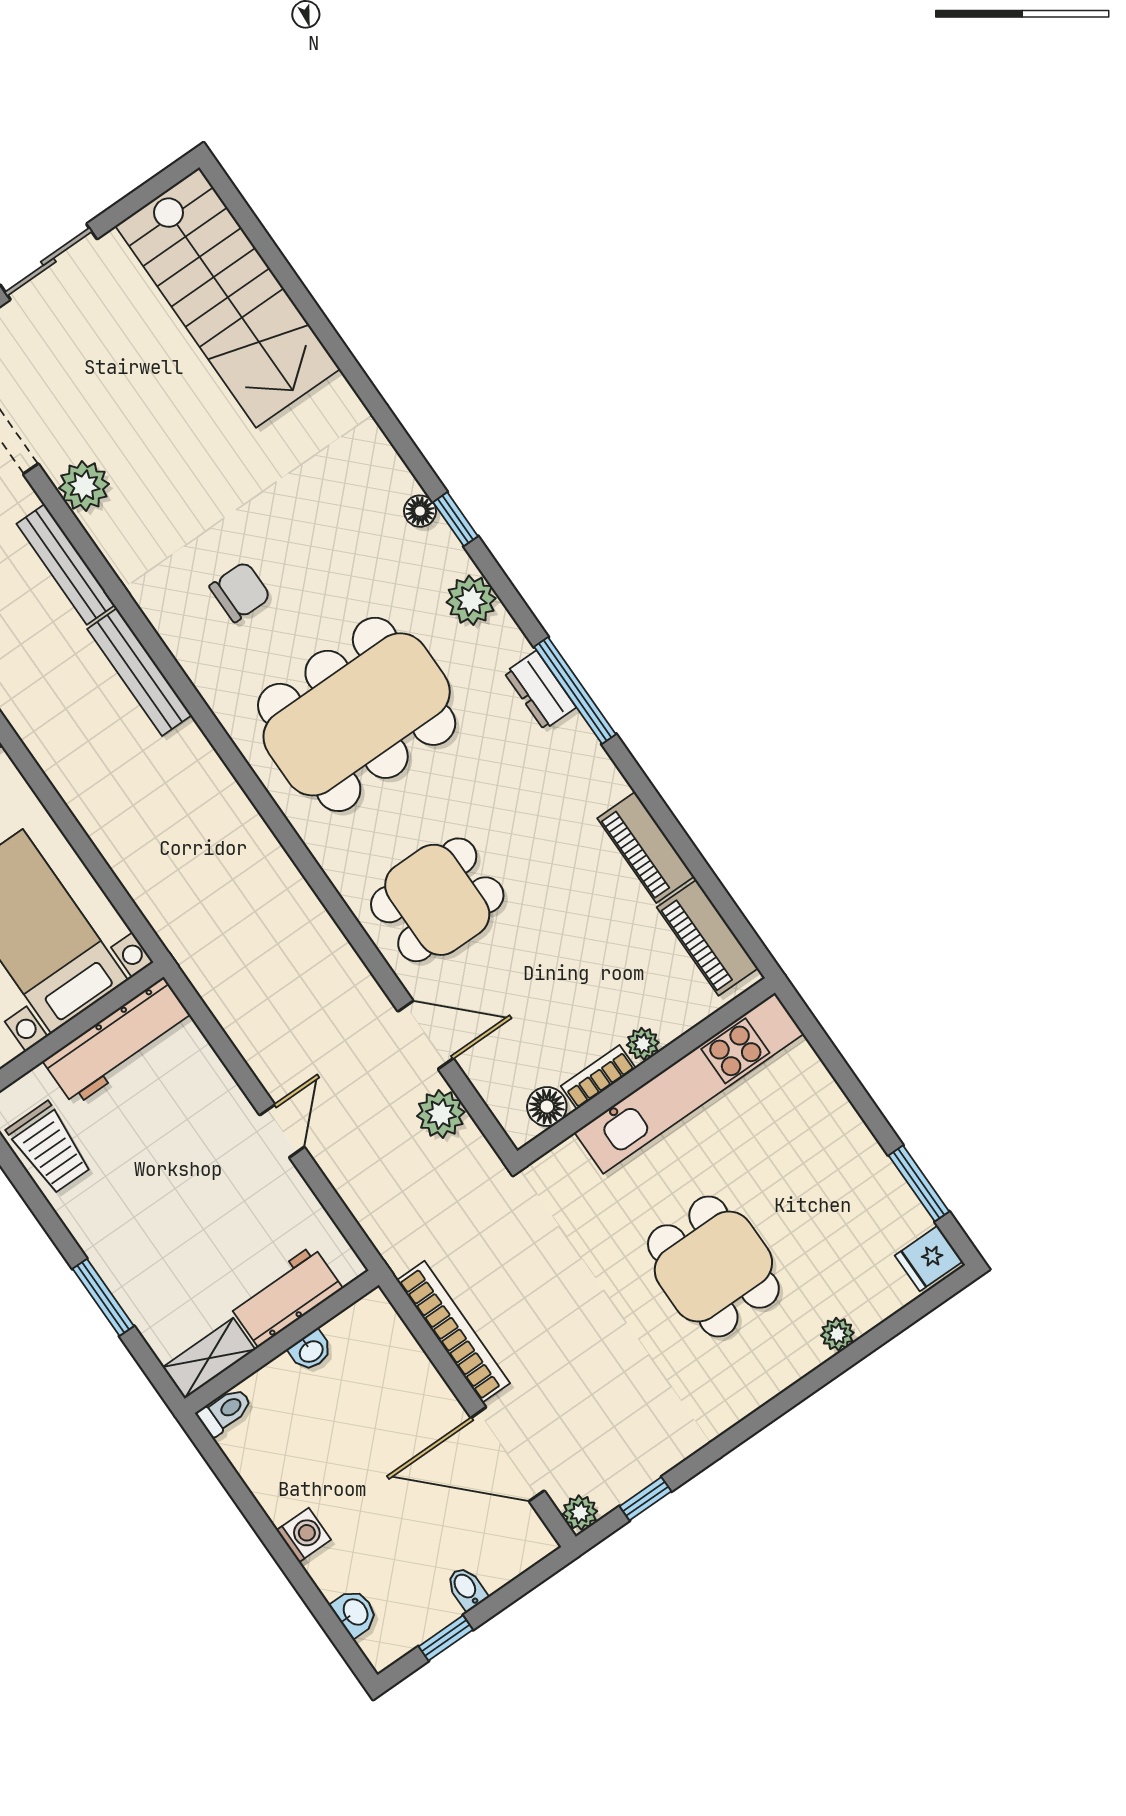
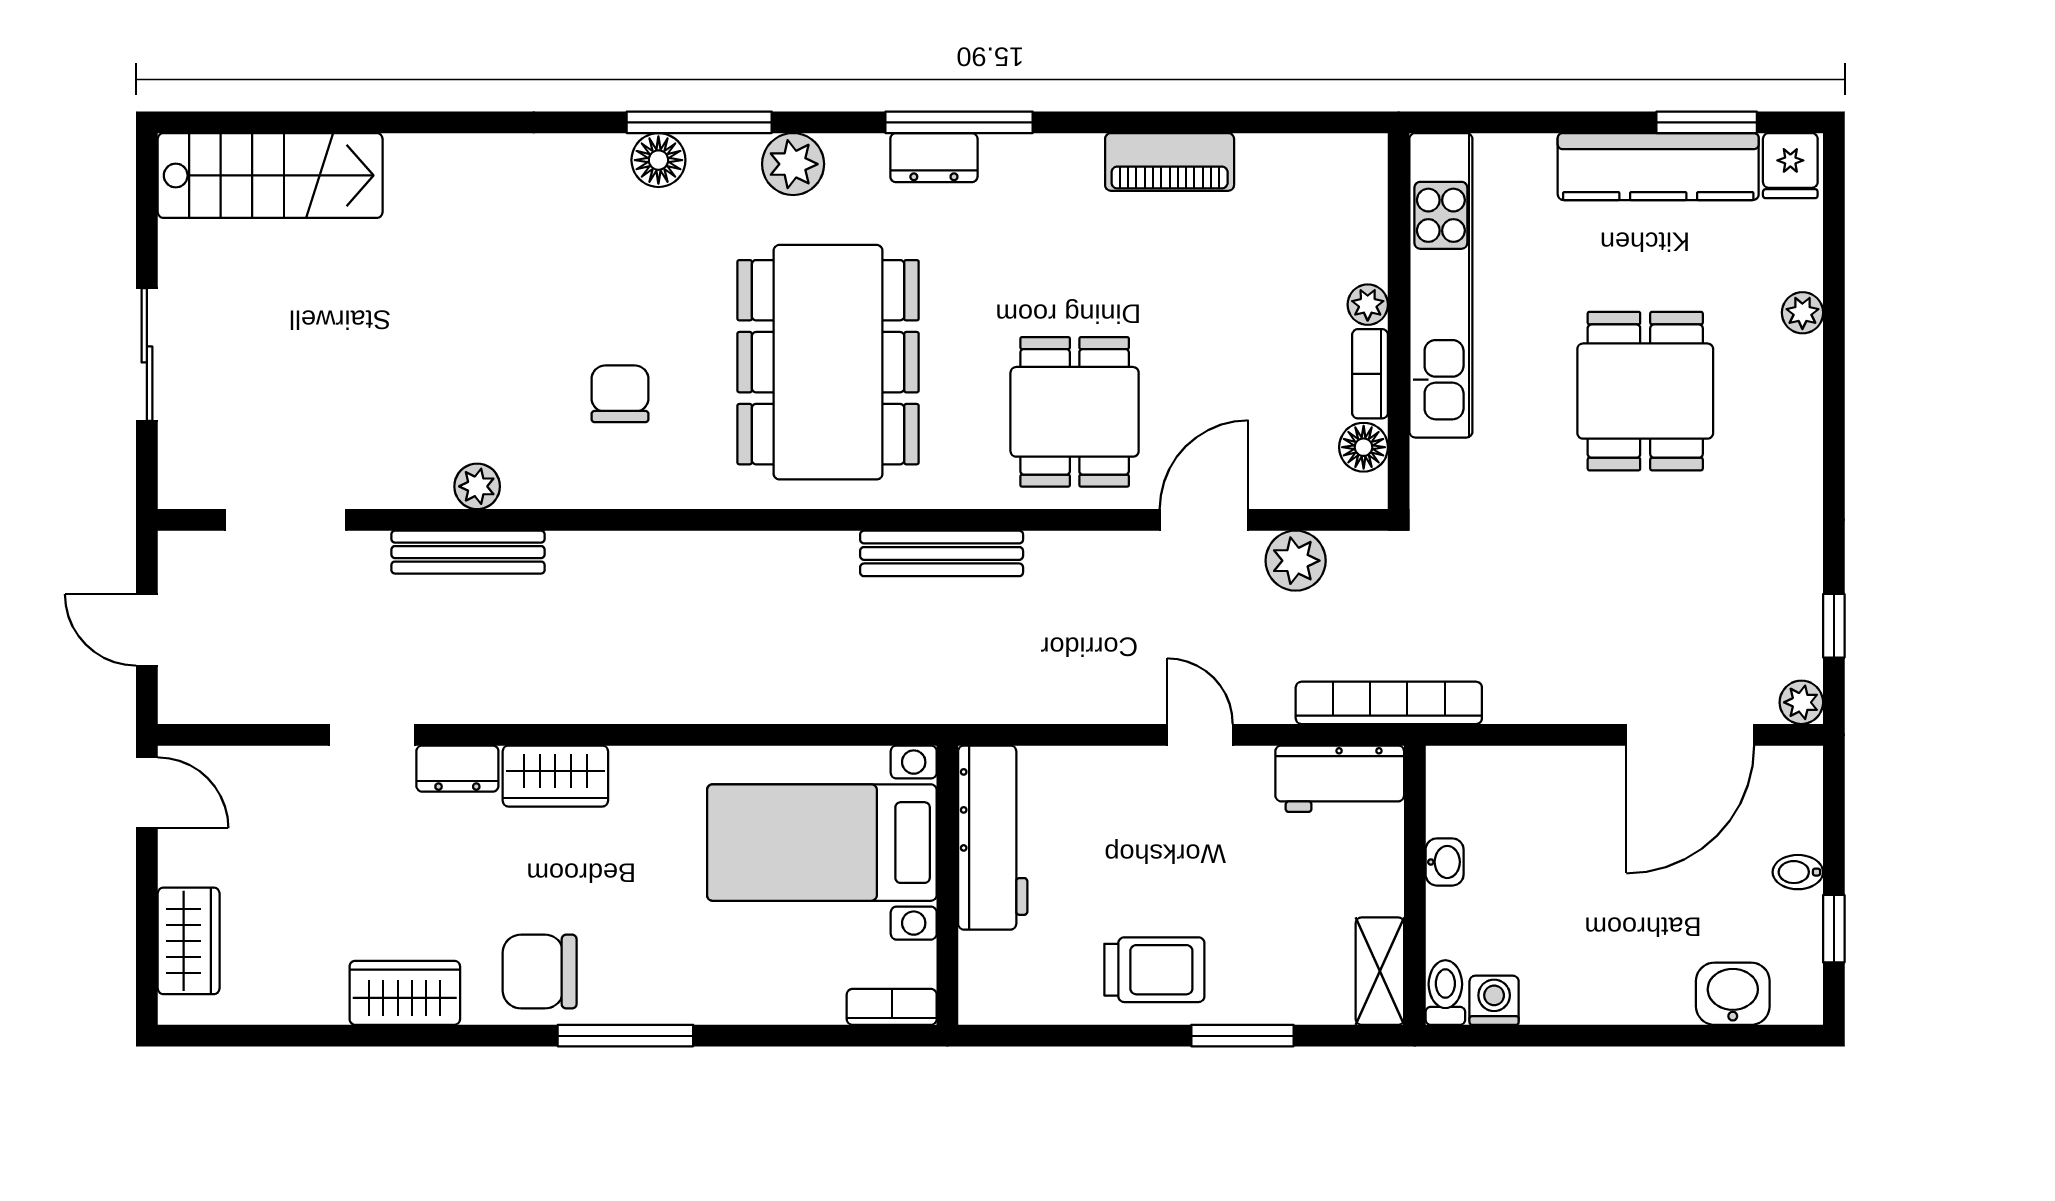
stairs: (228, 297) -> (270, 175), width x0.73, depth x0.66
plant: (84, 486) -> (477, 486), moved, width x0.73, depth x0.73
floor lamp: (420, 511) -> (658, 160), width x1.37, depth x1.37
window: (455, 519) -> (699, 122), width x2.17
bench: (140, 672) -> (942, 553), moved
piano: (707, 938) -> (1306, 163), removed
trolley: (50, 1148) -> (1154, 970), moved
kitchen counter: (867, 1172) -> (1658, 167), added
dining table: (713, 1267) -> (1645, 391), turned 90
workbench: (285, 1296) -> (1340, 779), moved, turned -90
bookcase: (453, 1332) -> (1389, 703), moved
washing machine: (304, 1535) -> (1494, 1000), moved
washbasin: (355, 1613) -> (1733, 994), width x1.38, depth x1.45

